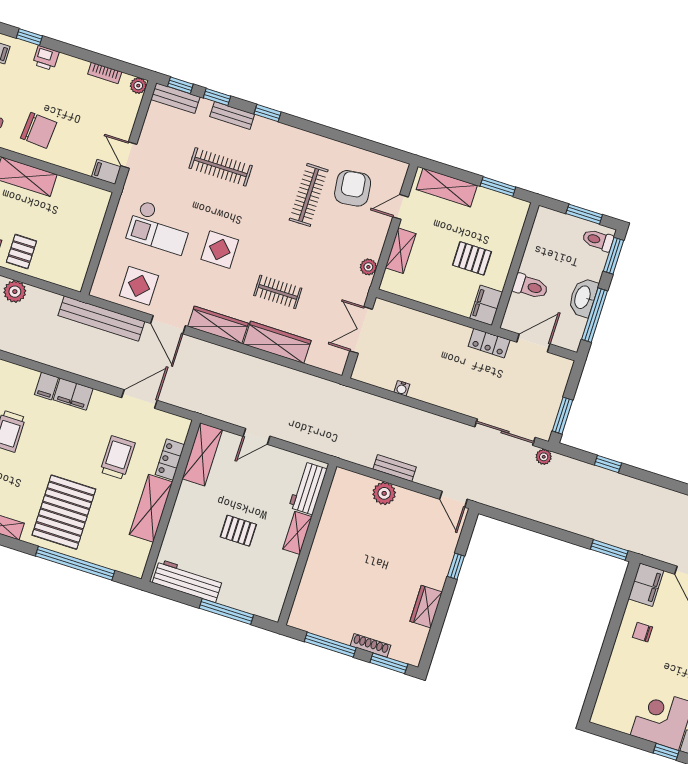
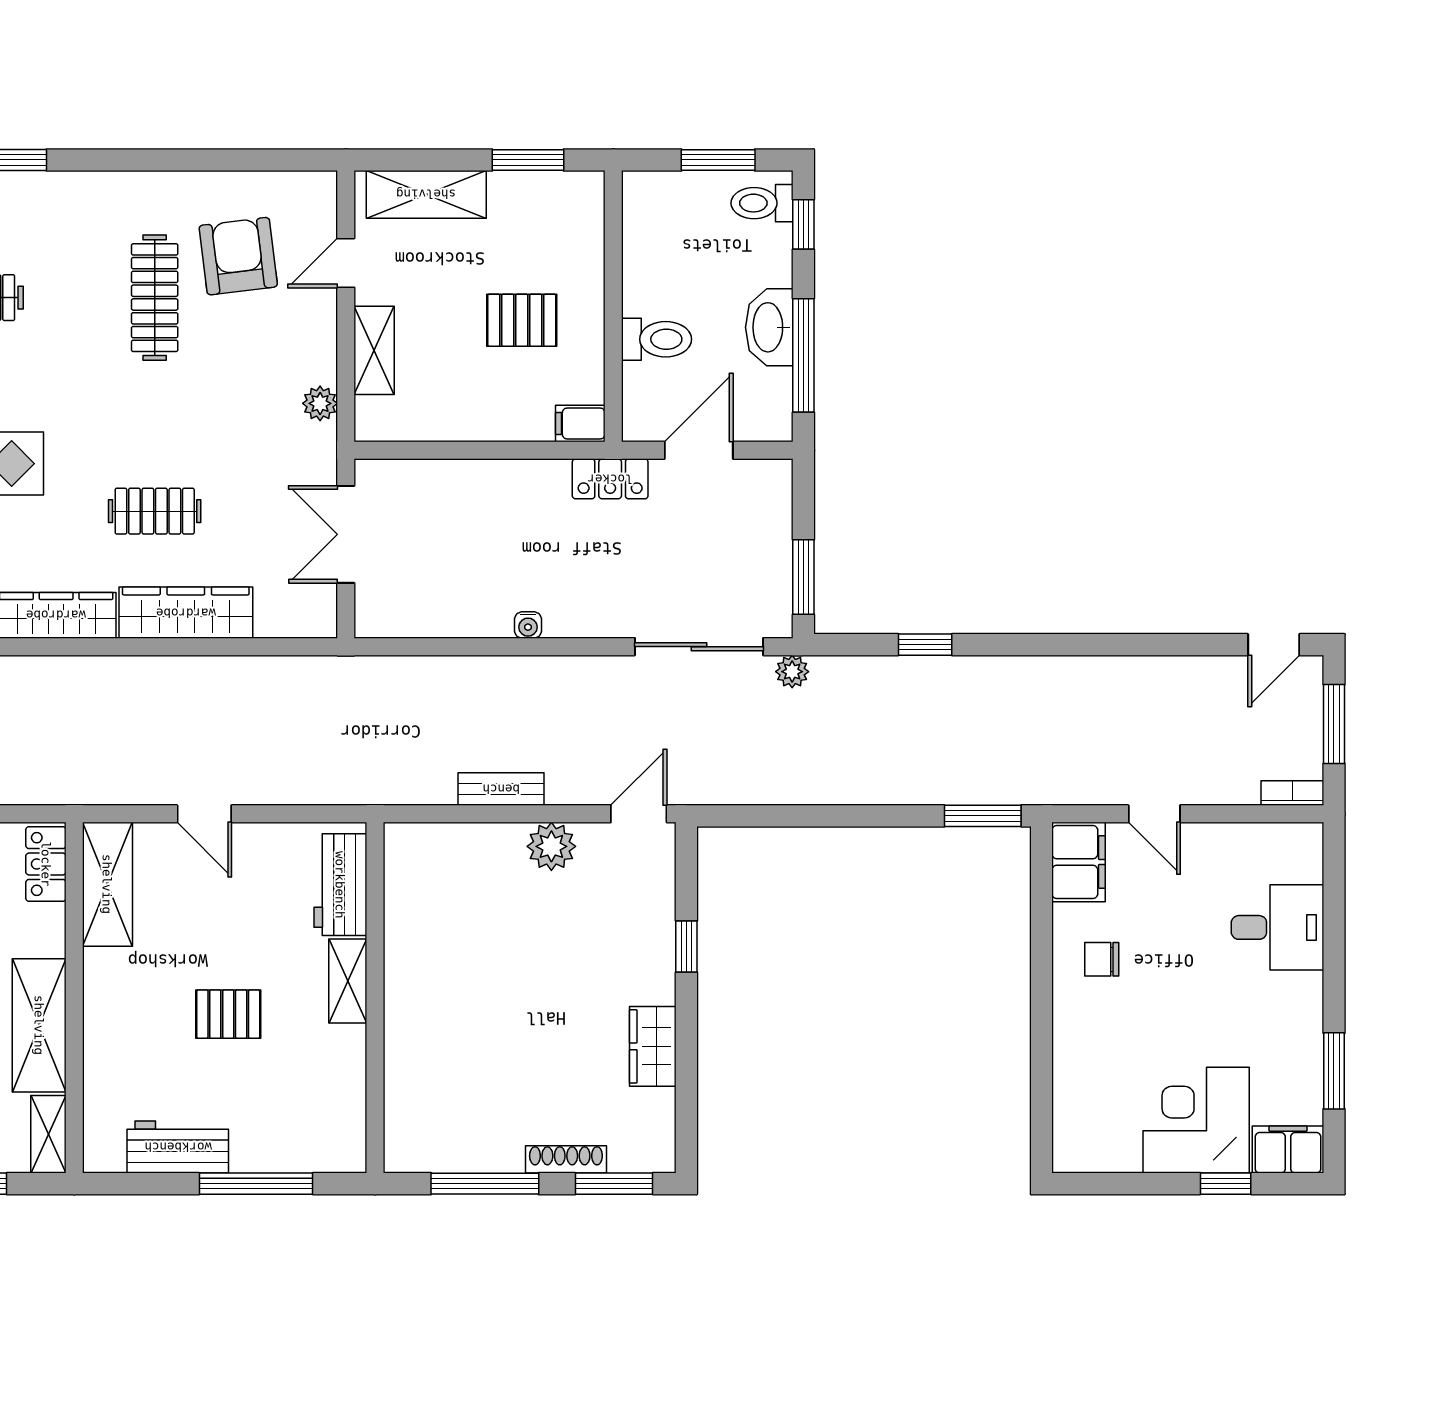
window: (613, 256) -> (803, 224), width x0.67
filing cabinet: (486, 305) -> (580, 423), width x0.50
water cooler: (402, 388) -> (528, 625), moved
door: (256, 436) -> (204, 814), hinge flipped
locker: (170, 460) -> (46, 864), moved
plant: (384, 493) -> (551, 846), moved
door: (453, 499) -> (639, 814), swing flipped
shelving: (139, 559) -> (48, 1134), added
workbench: (188, 581) -> (178, 1147), width x0.73

